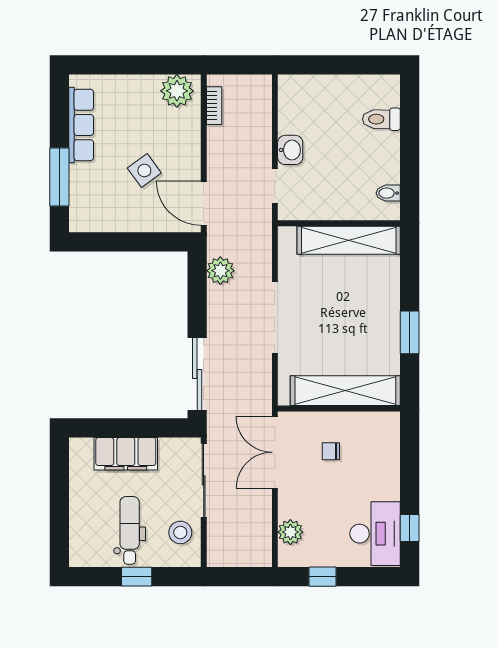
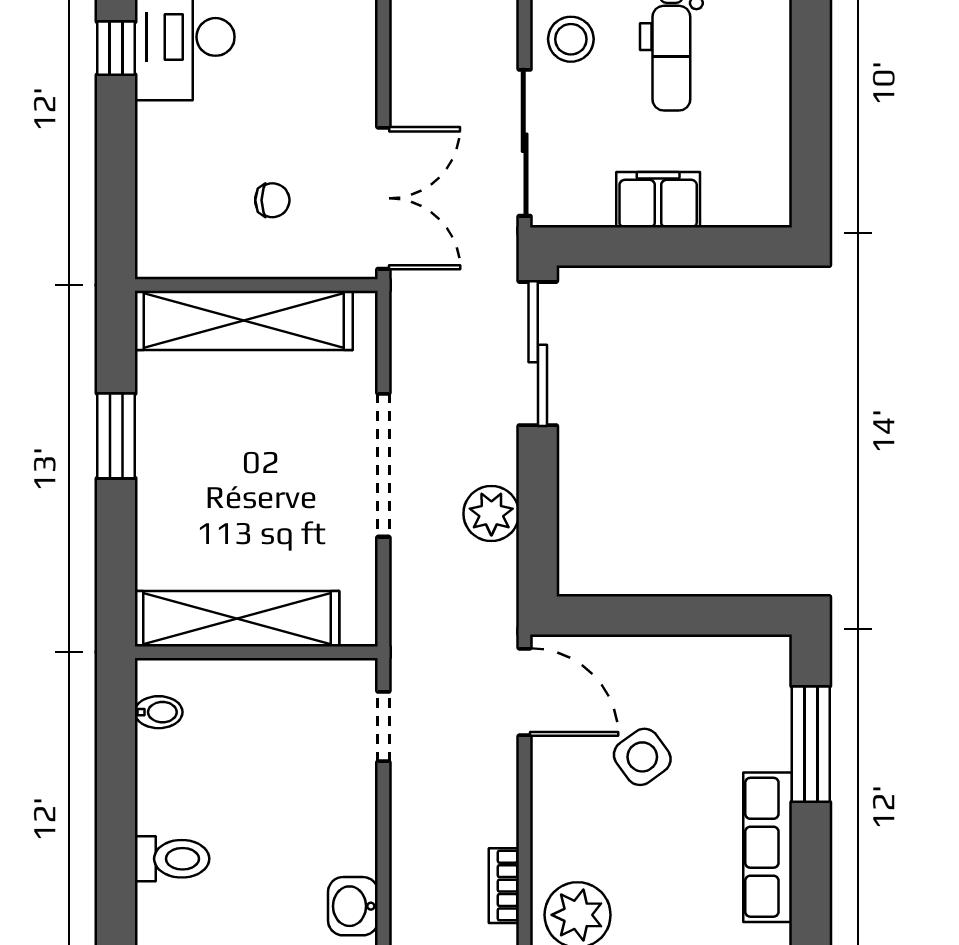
washbasin: (290, 150) -> (353, 906), moved
plant: (220, 271) -> (491, 514), moved
filing cabinet: (126, 454) -> (658, 200), width x0.67, depth x0.86
plant: (290, 532) -> (353, 40), removed

